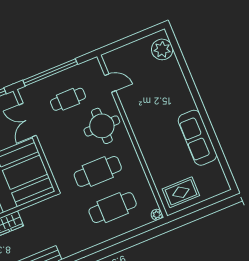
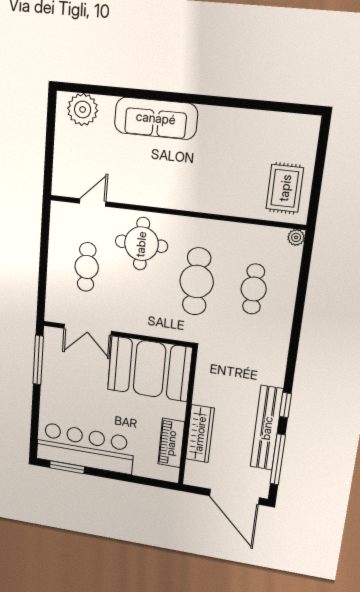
window: (50, 72) -> (43, 270), removed
sofa: (197, 138) -> (156, 118), moved
cafe table: (113, 208) -> (254, 289), width x0.73, depth x0.74

